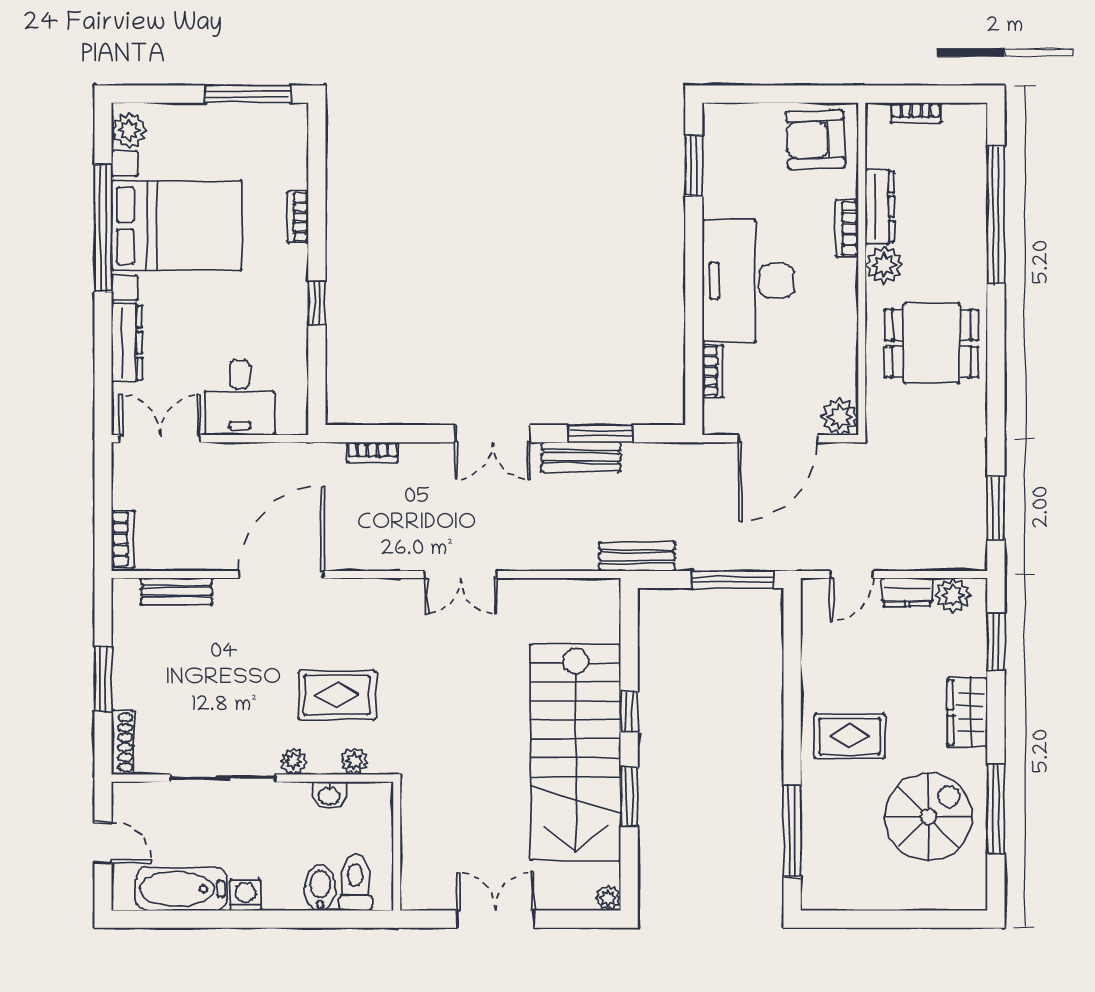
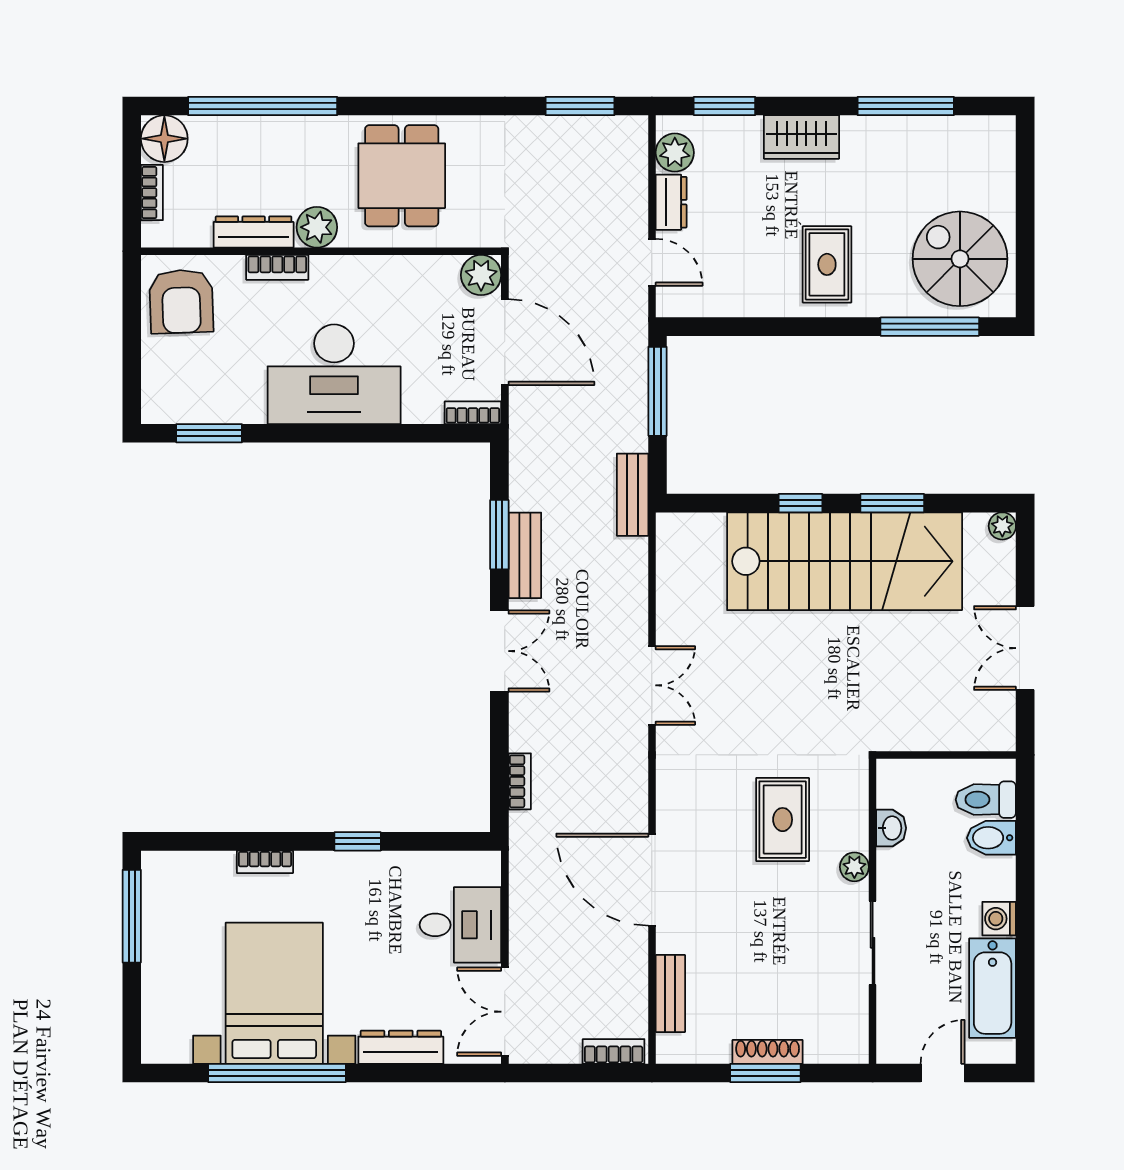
floor lamp: (966, 124) -> (164, 139), added
plant: (129, 130) -> (171, 1045), removed
bookcase: (713, 371) -> (473, 413), moved
shoe rack: (123, 742) -> (768, 1052), moved
plant: (354, 761) -> (854, 801), removed
sliding door: (223, 778) -> (873, 943), width x0.73
spiral stairs: (929, 817) -> (960, 259), moved

